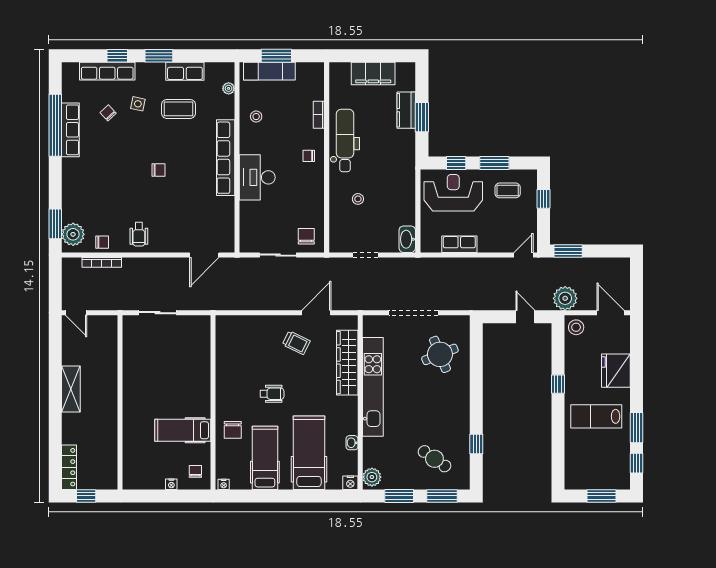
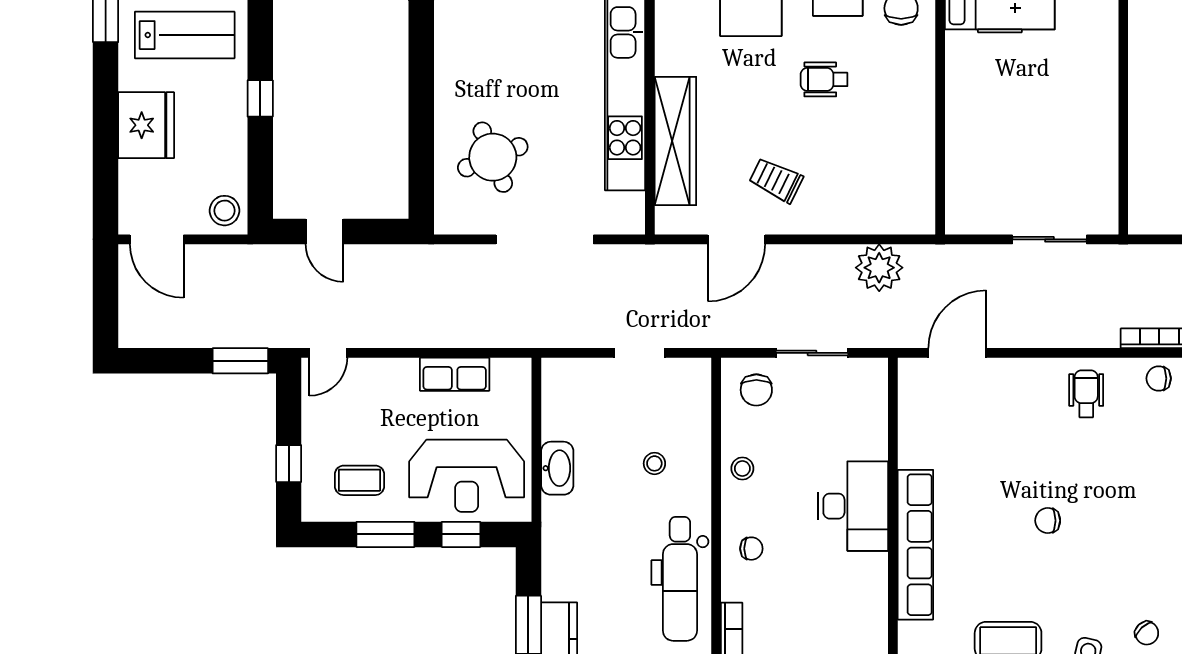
stool: (256, 117) -> (742, 468), moved
washbasin: (407, 239) -> (557, 468), moved
plant: (565, 298) -> (879, 268), moved

